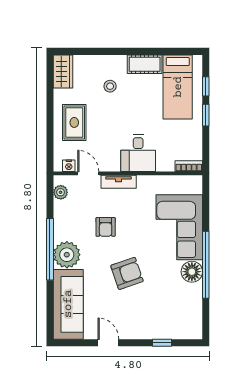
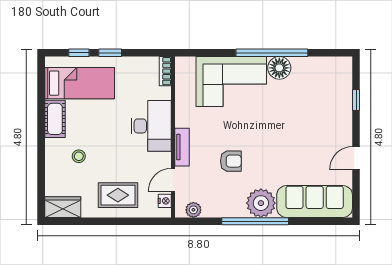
desk: (138, 153) -> (151, 126), width x1.37
armchair: (127, 273) -> (281, 138), removed

